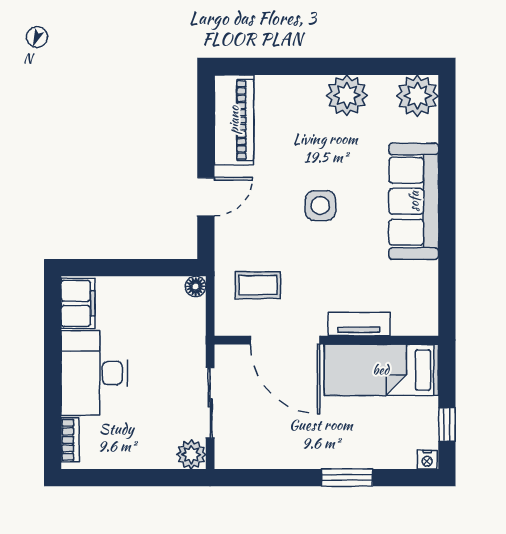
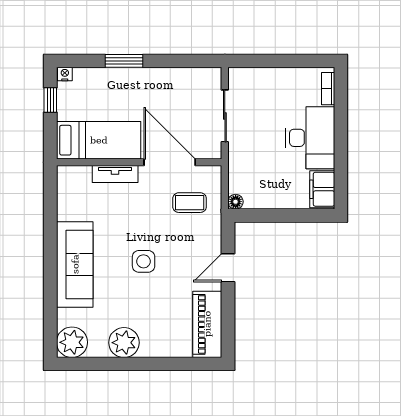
plant: (191, 454) -> (239, 78), removed

